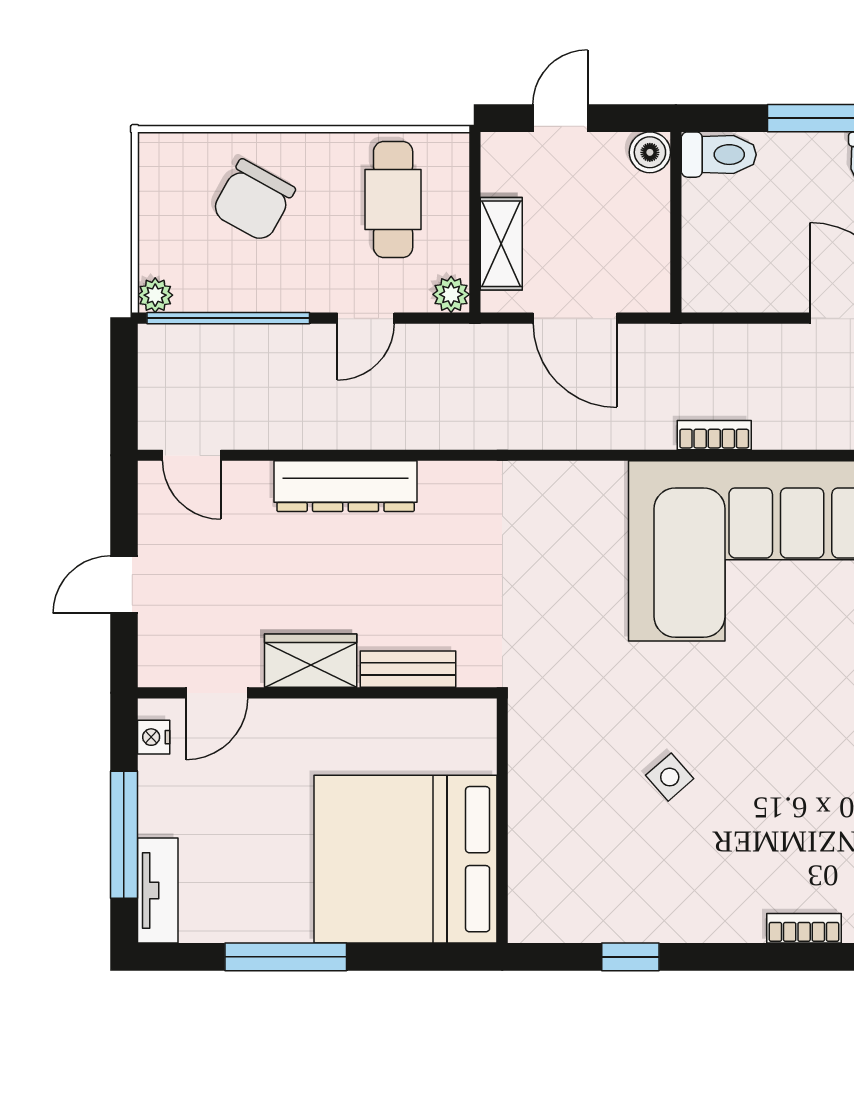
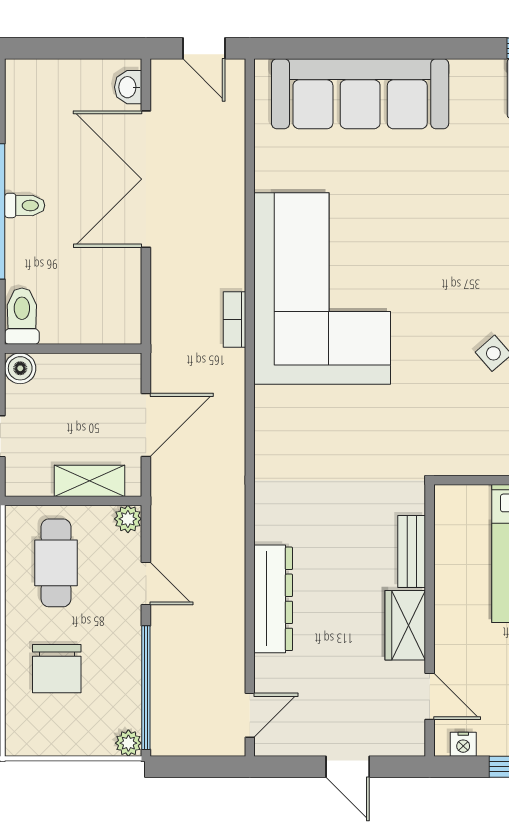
cafe table: (393, 200) -> (56, 563), turned 90
chair: (253, 201) -> (57, 669), turned 61

